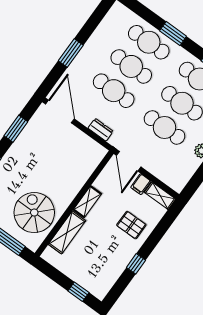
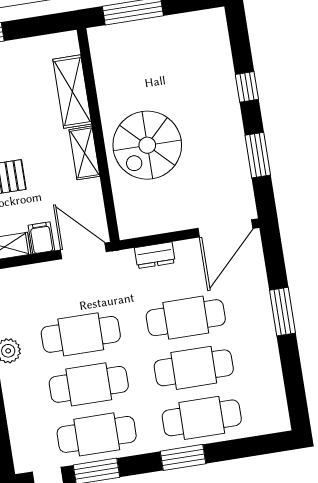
door: (60, 112) -> (225, 228), hinge flipped
spiral stairs: (34, 213) -> (147, 145), moved, turned 90

